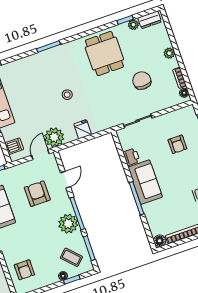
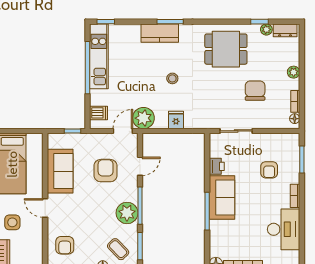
dining table: (104, 54) -> (226, 49), turned 90
kitchen counter: (43, 60) -> (160, 33), added

